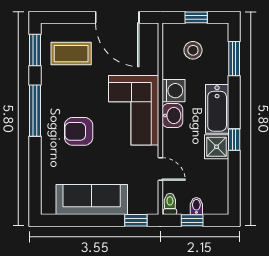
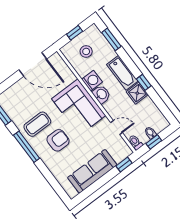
coffee table: (71, 54) -> (37, 124), moved
armchair: (79, 131) -> (58, 140), turned 180

